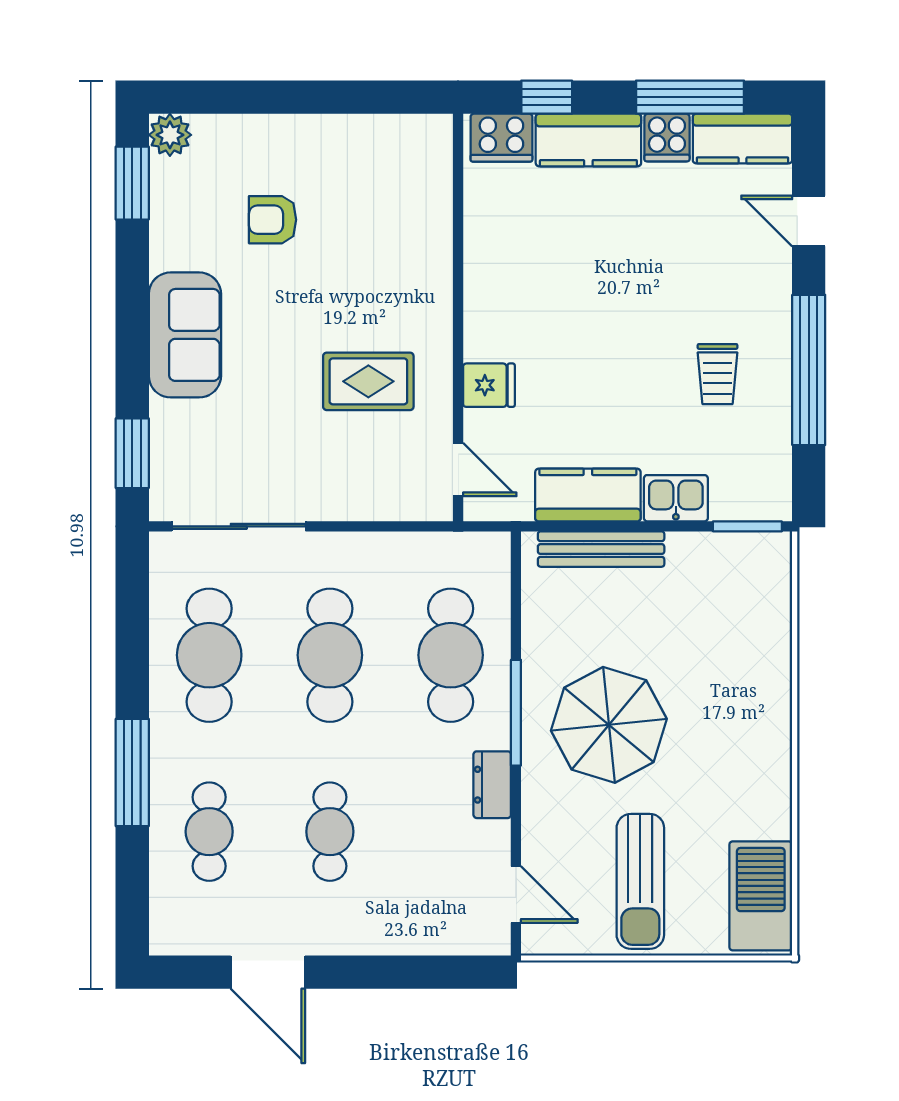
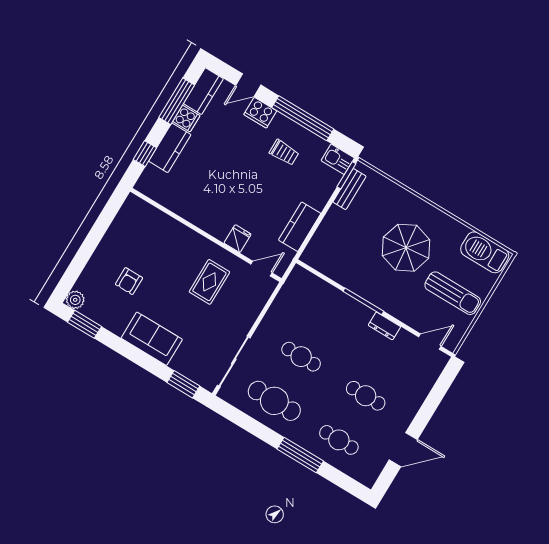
cooker: (501, 138) -> (260, 113), moved, turned 90
kitchen sink: (676, 498) -> (338, 159), moved, turned -90
bench: (601, 549) -> (349, 189), moved, width x0.73
cafe table: (330, 655) -> (301, 357), width x0.73, depth x0.74
cafe table: (451, 655) -> (328, 312), removed
parasol: (609, 725) -> (406, 248), moved

